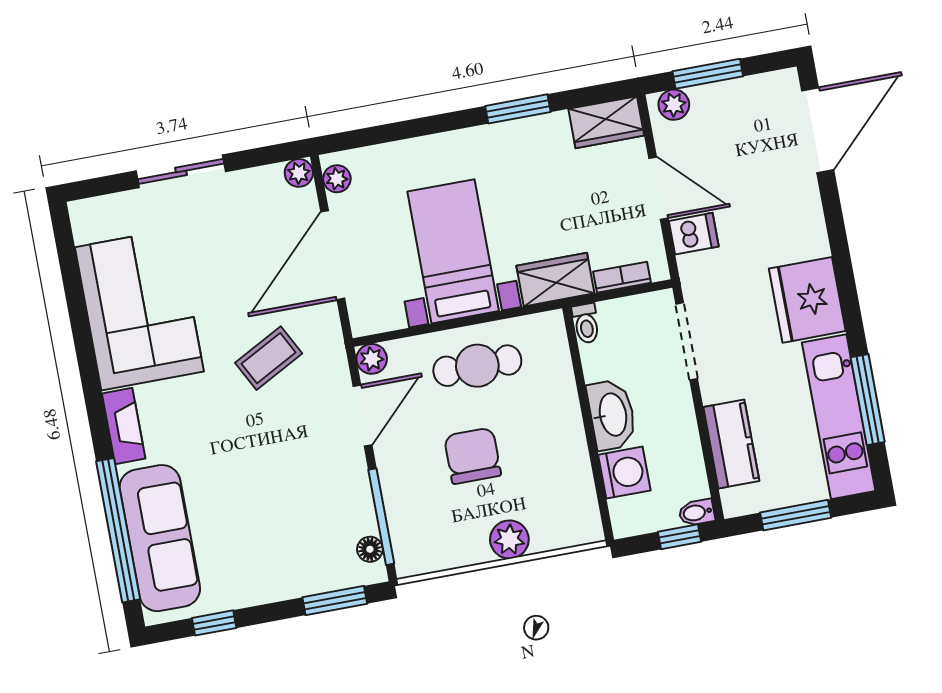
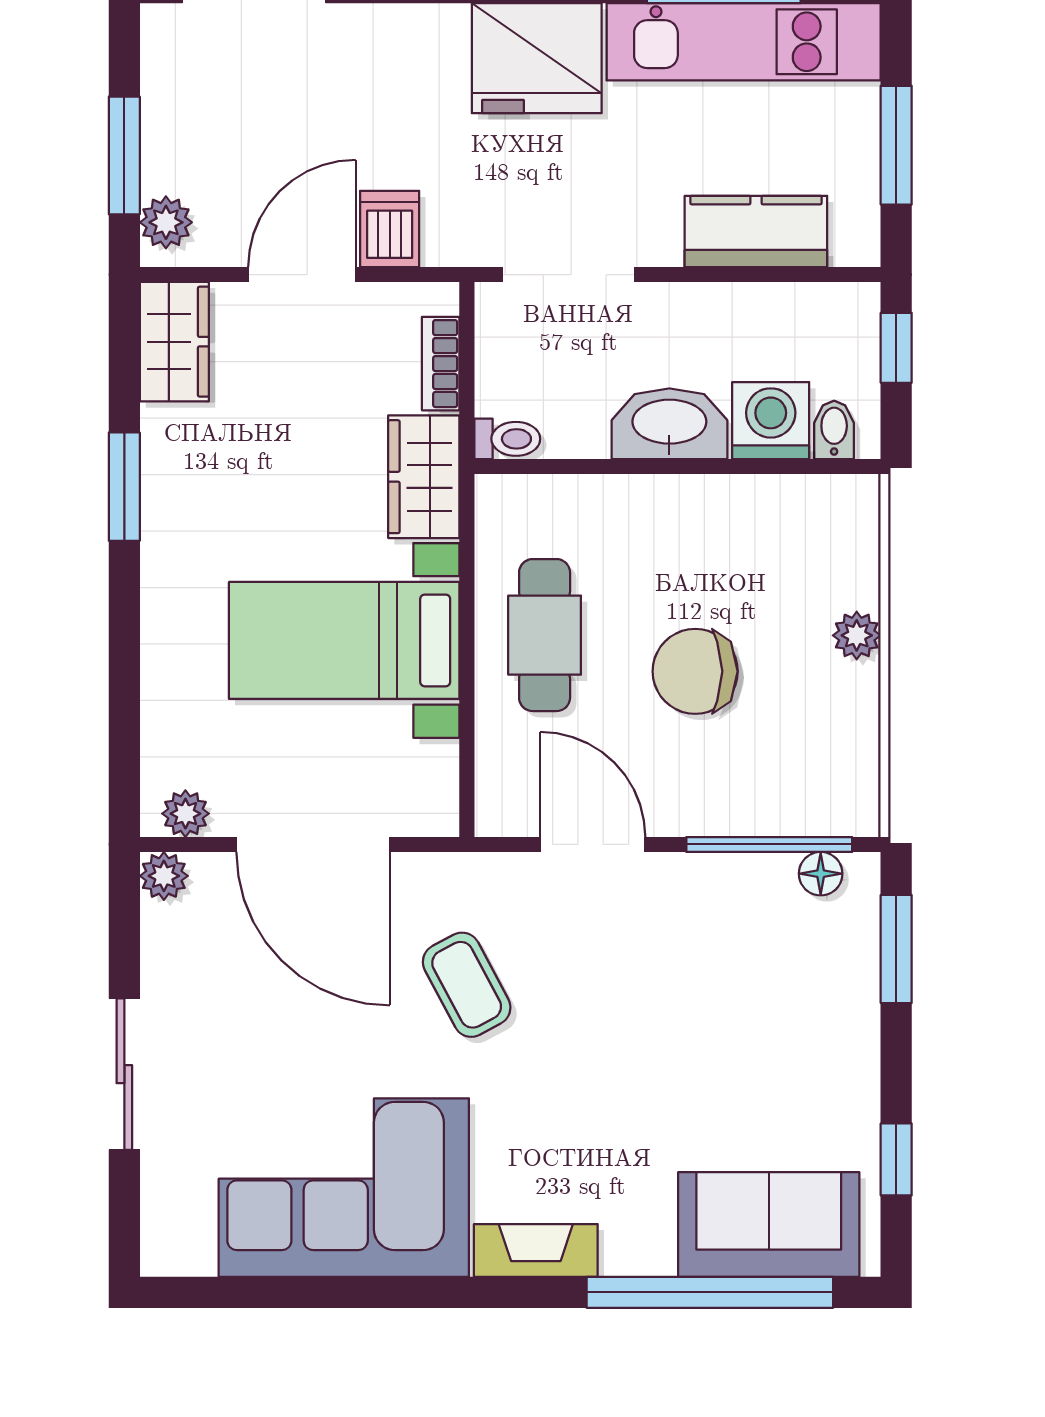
plant: (372, 359) -> (500, 811), removed
bidet: (697, 513) -> (834, 430), moved, turned 180
sofa: (160, 538) -> (769, 1224), width x0.73
plant: (509, 540) -> (857, 635), width x0.73, depth x0.73

